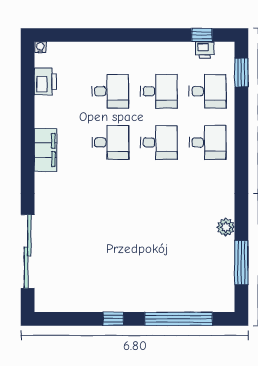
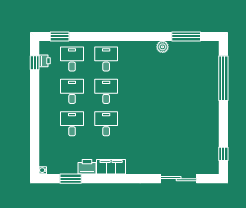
printer: (45, 82) -> (87, 167), moved
window: (28, 89) -> (71, 179), added
sliding door: (28, 252) -> (179, 179), width x0.73
window: (113, 319) -> (223, 154), moved

